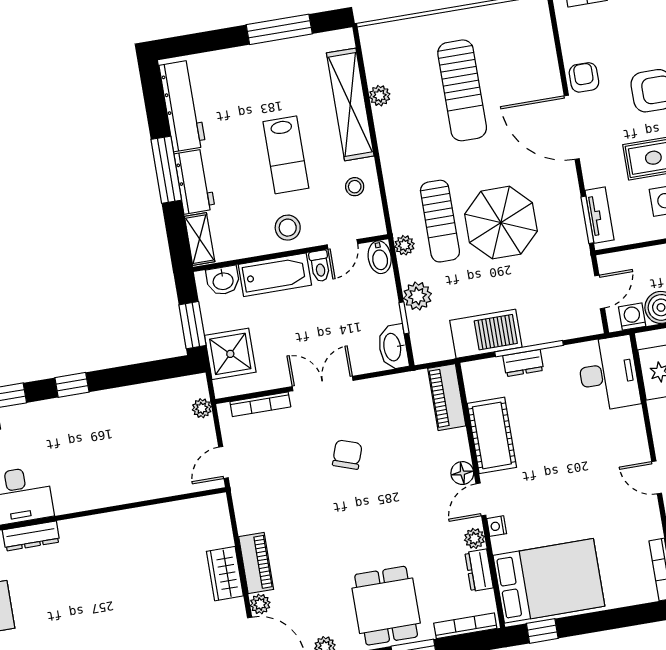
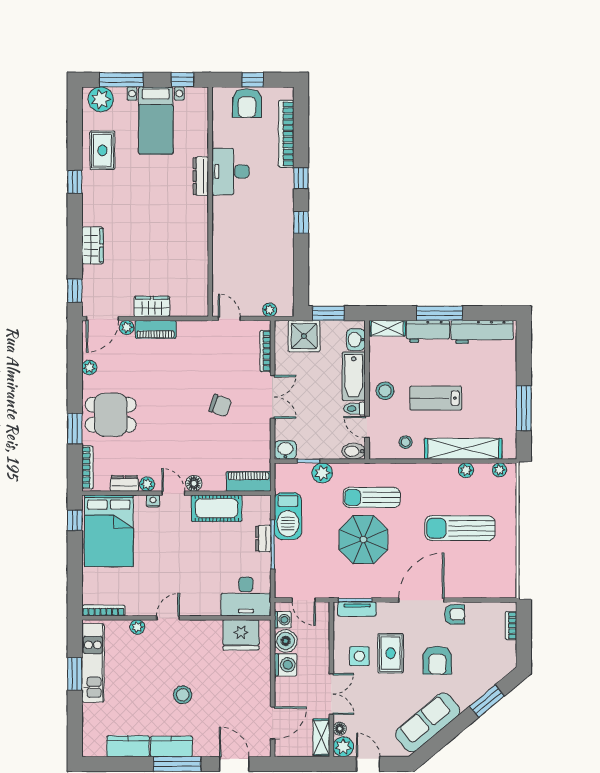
plant: (404, 245) -> (499, 470), moved
washbasin: (393, 347) -> (285, 450), width x0.72

